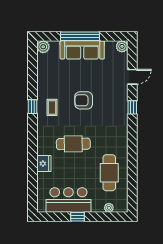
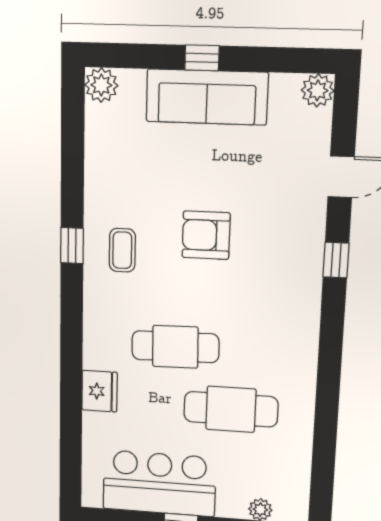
window: (80, 36) -> (202, 58), width x0.32
cafe table: (109, 173) -> (231, 409), moved, turned 90

